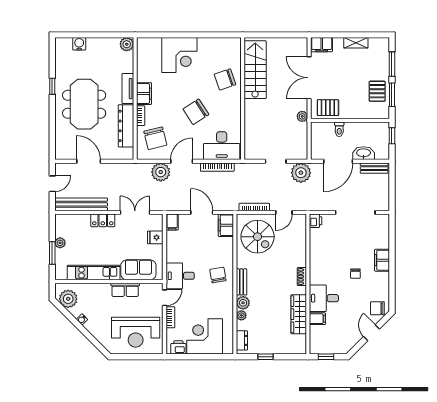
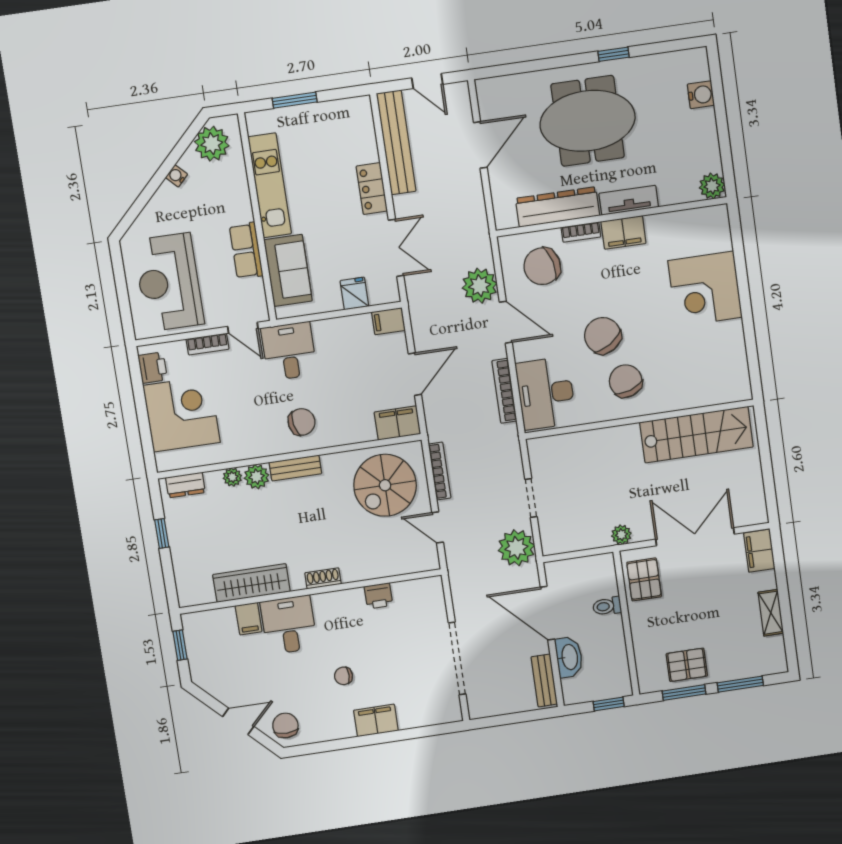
chair: (225, 79) -> (626, 381), moved
printer: (316, 221) -> (378, 596), moved
plant: (60, 243) -> (317, 113), removed

